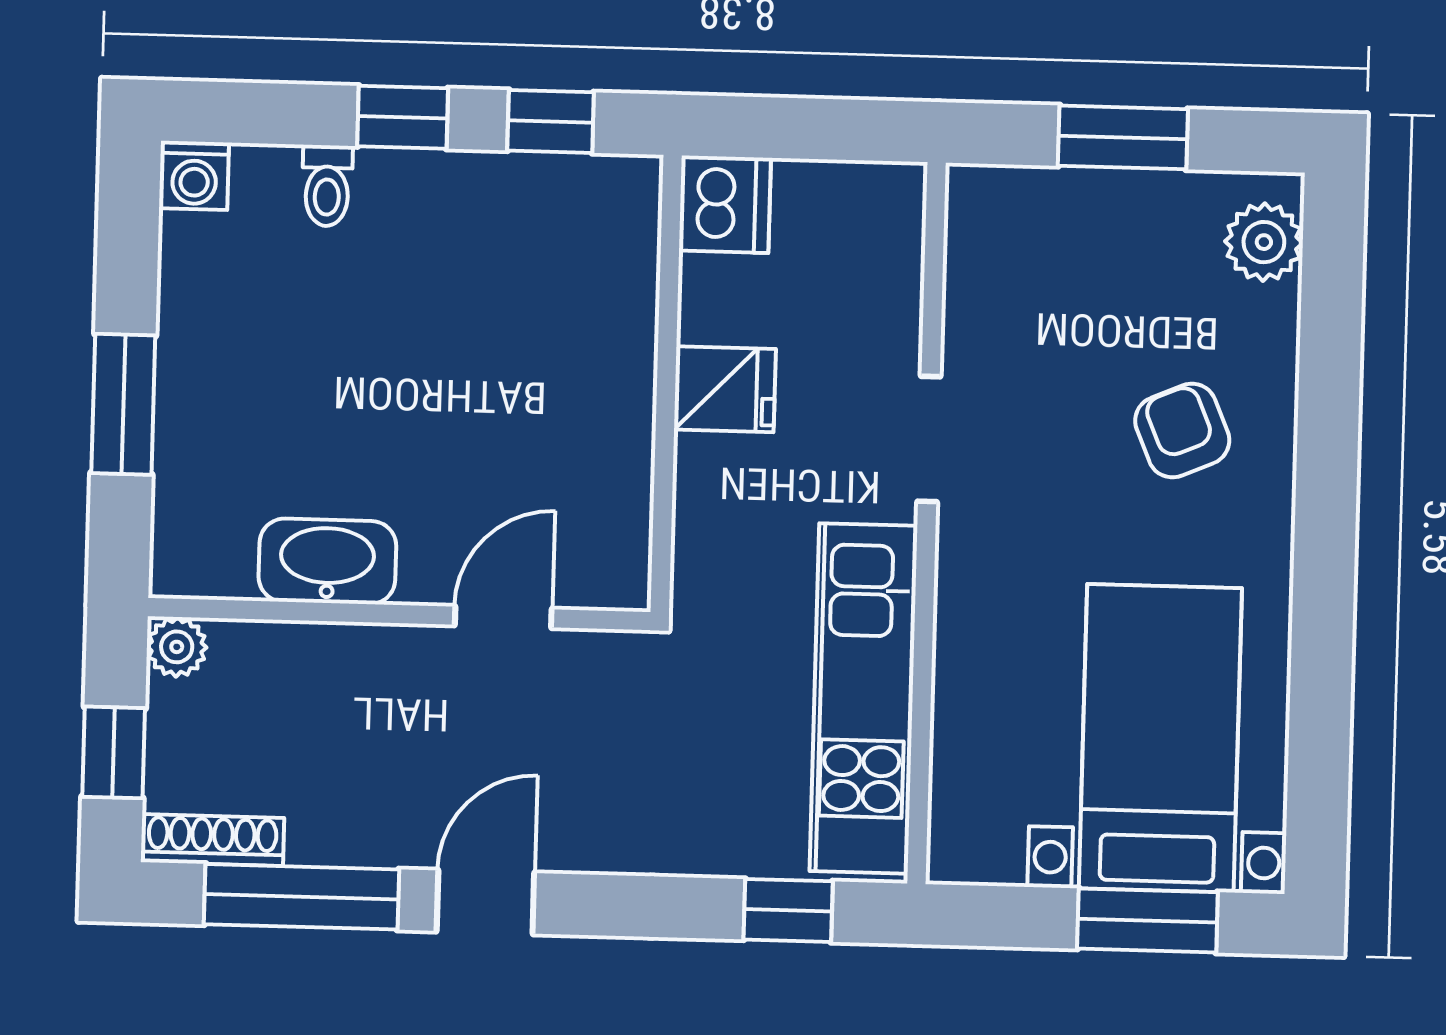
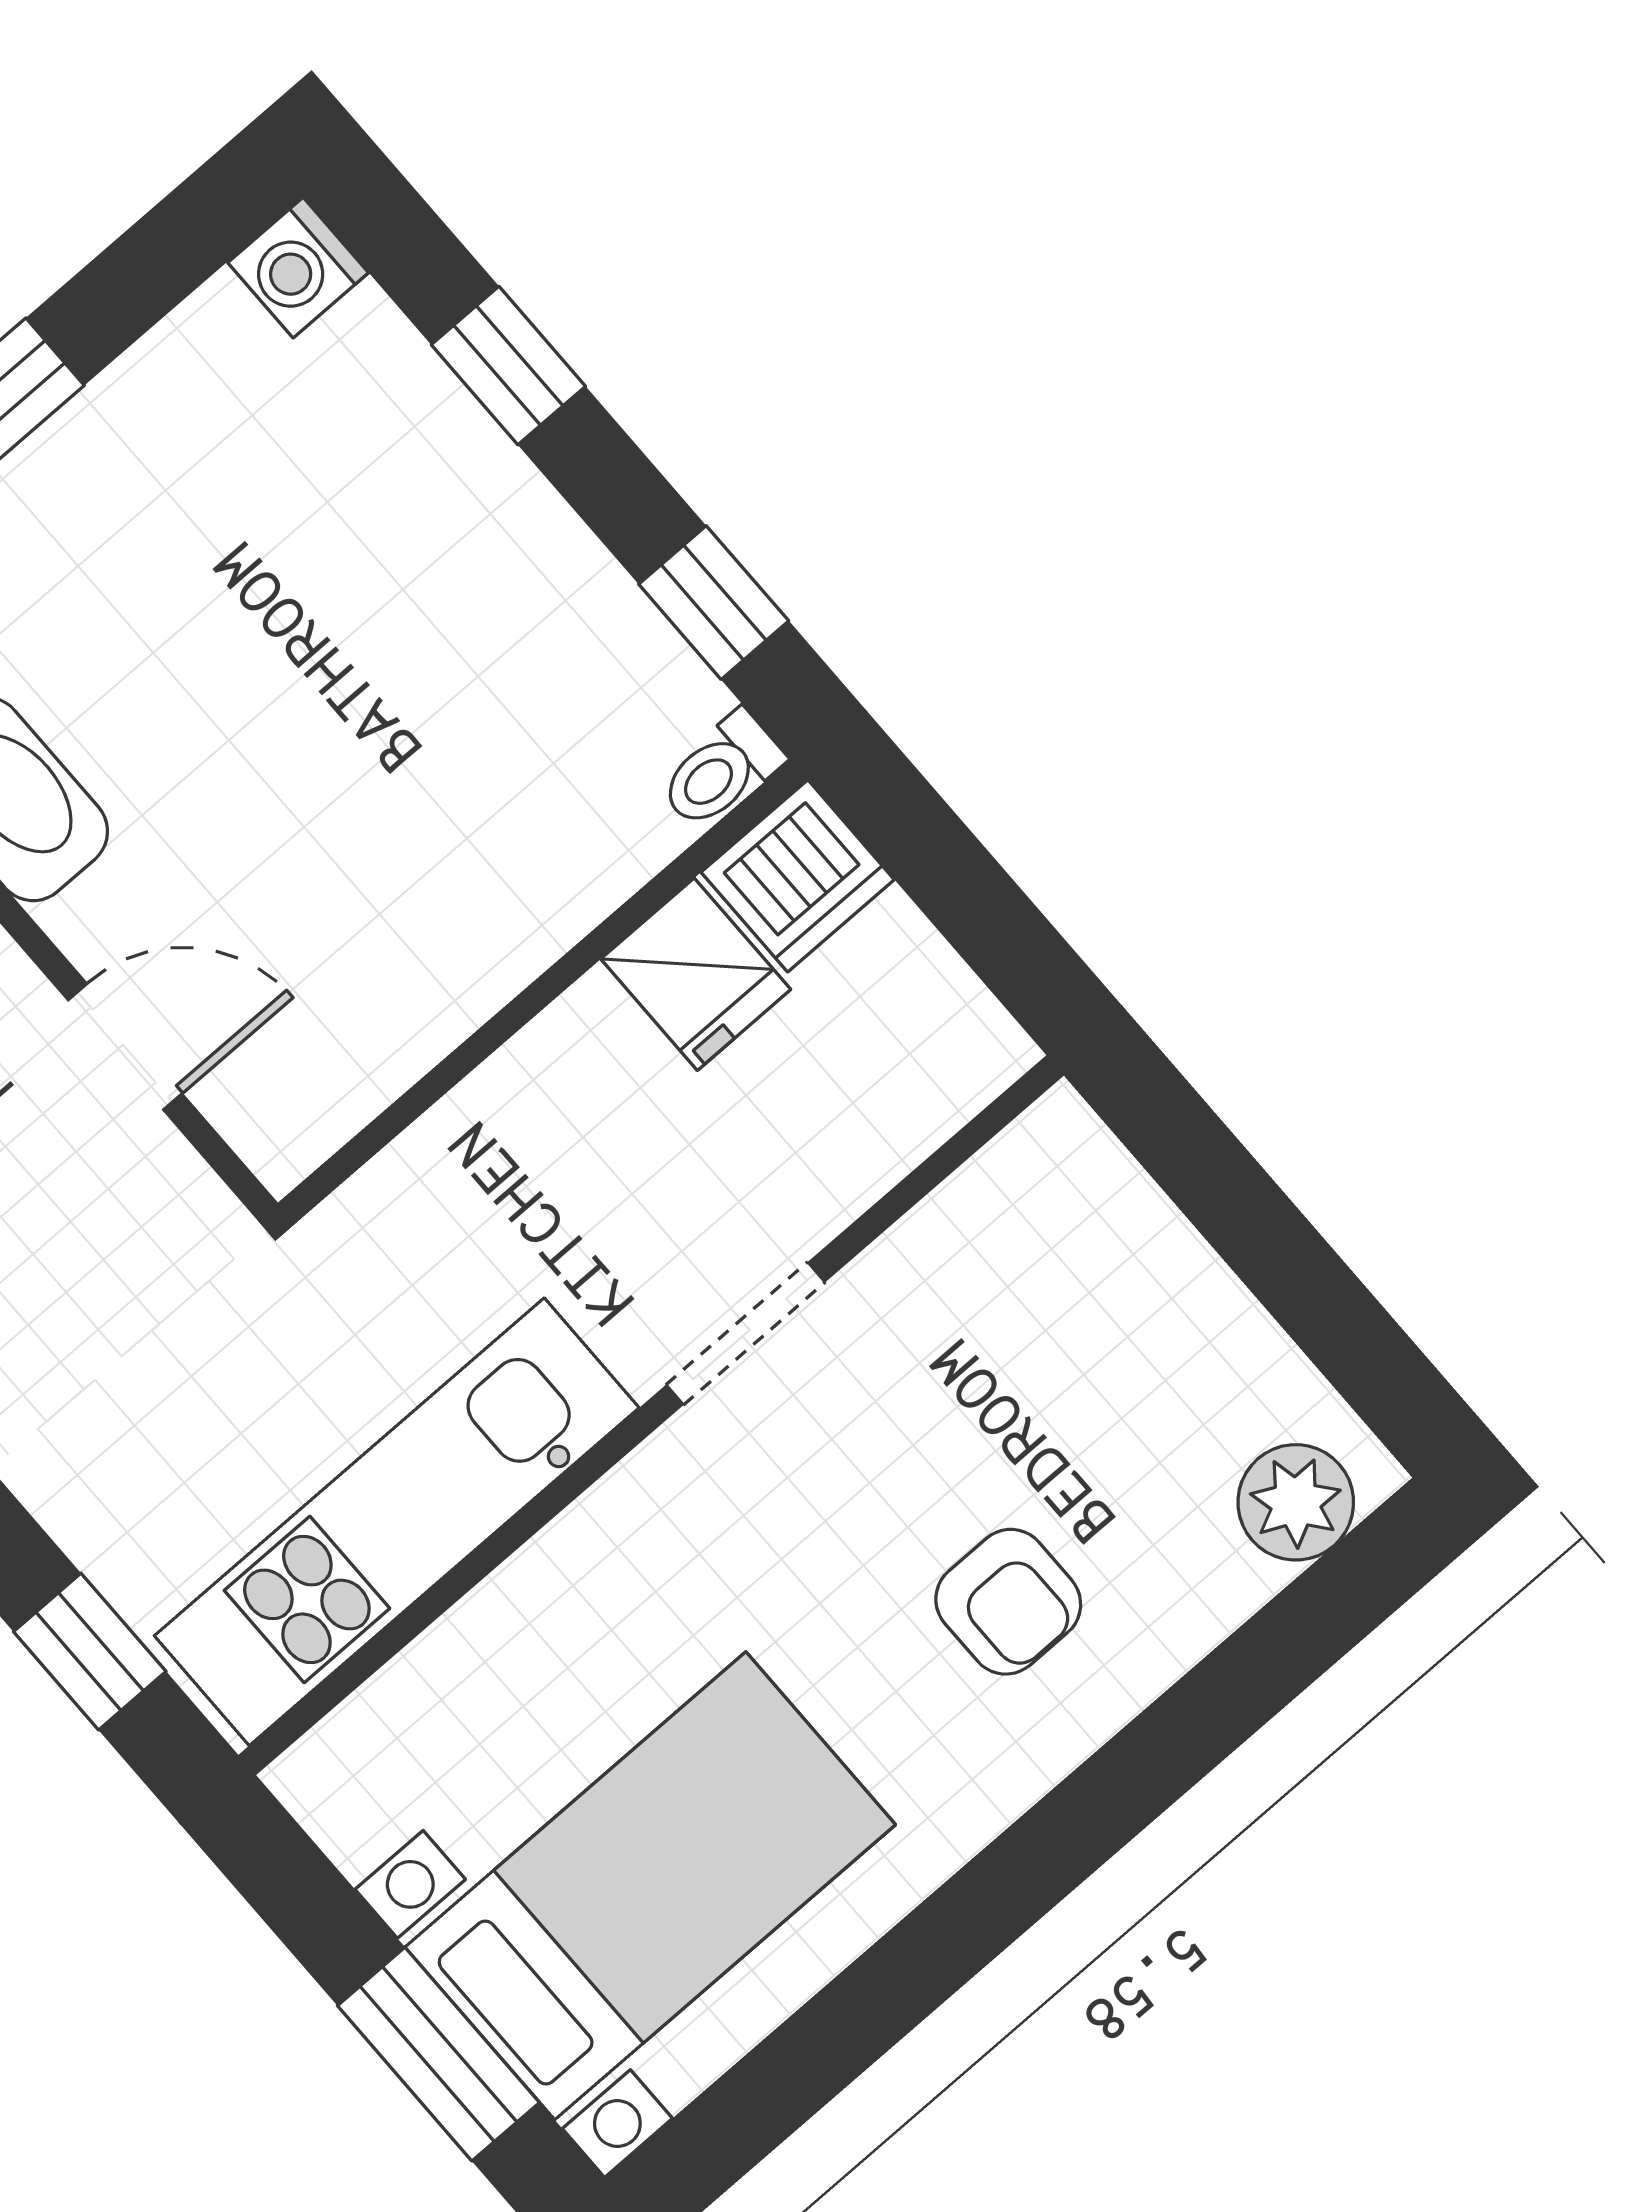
window: (403, 117) -> (508, 366), moved
window: (1123, 137) -> (1269, 1244), removed
toilet: (327, 186) -> (721, 771), moved
fridge: (725, 389) -> (696, 974), moved
armchair: (1182, 431) -> (1008, 1602), turned 113

